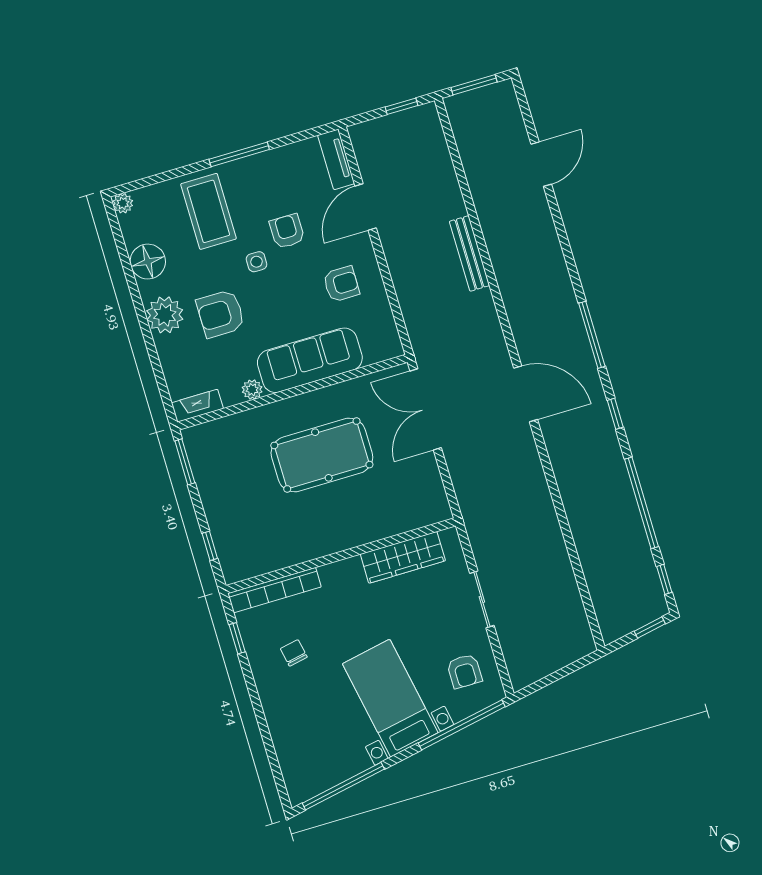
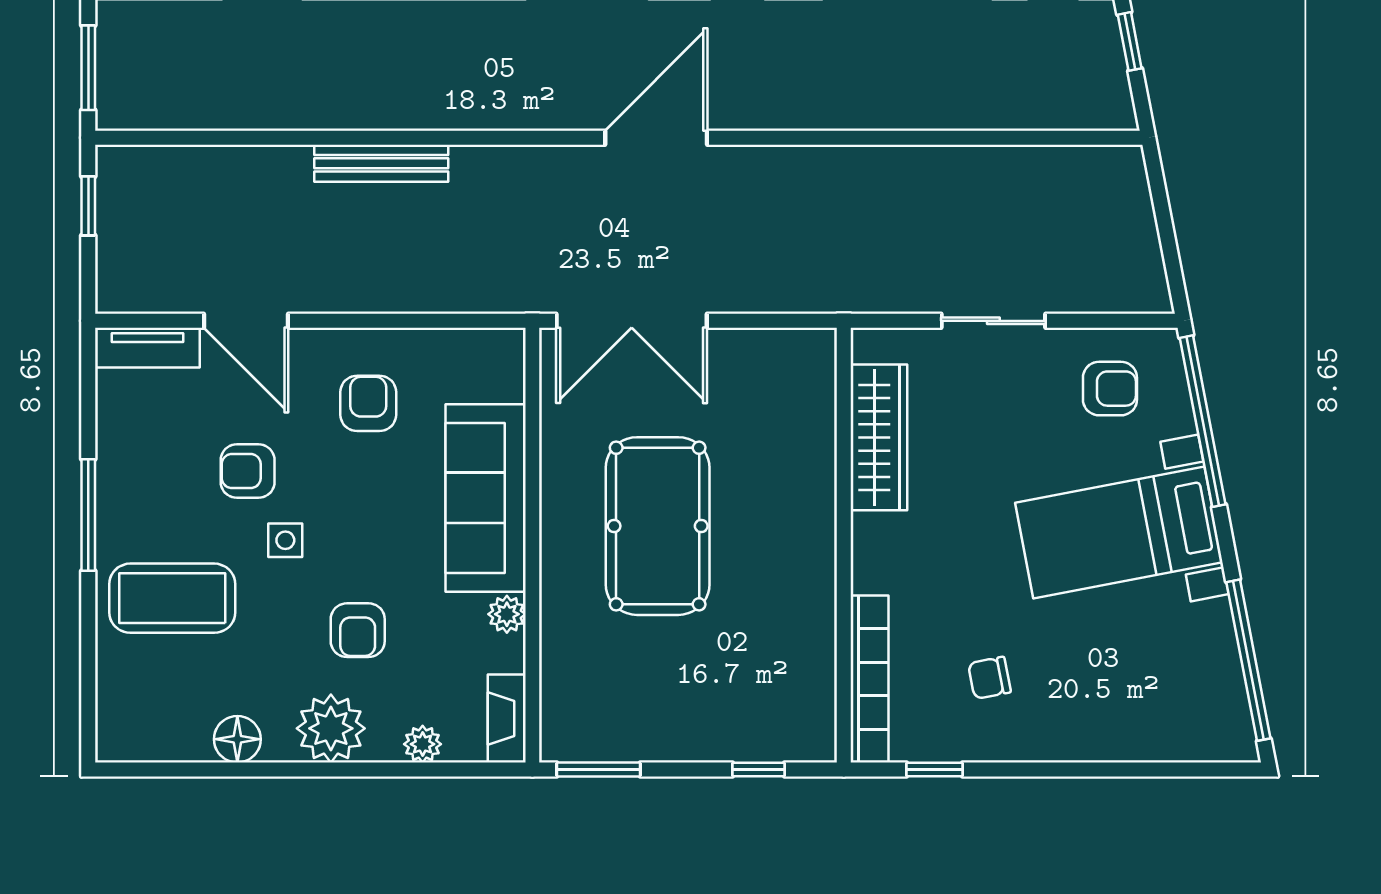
plant: (123, 203) -> (423, 744), moved
floor lamp: (148, 262) -> (237, 739), width x0.73, depth x0.73
armchair: (221, 314) -> (358, 630), width x0.72, depth x0.72

